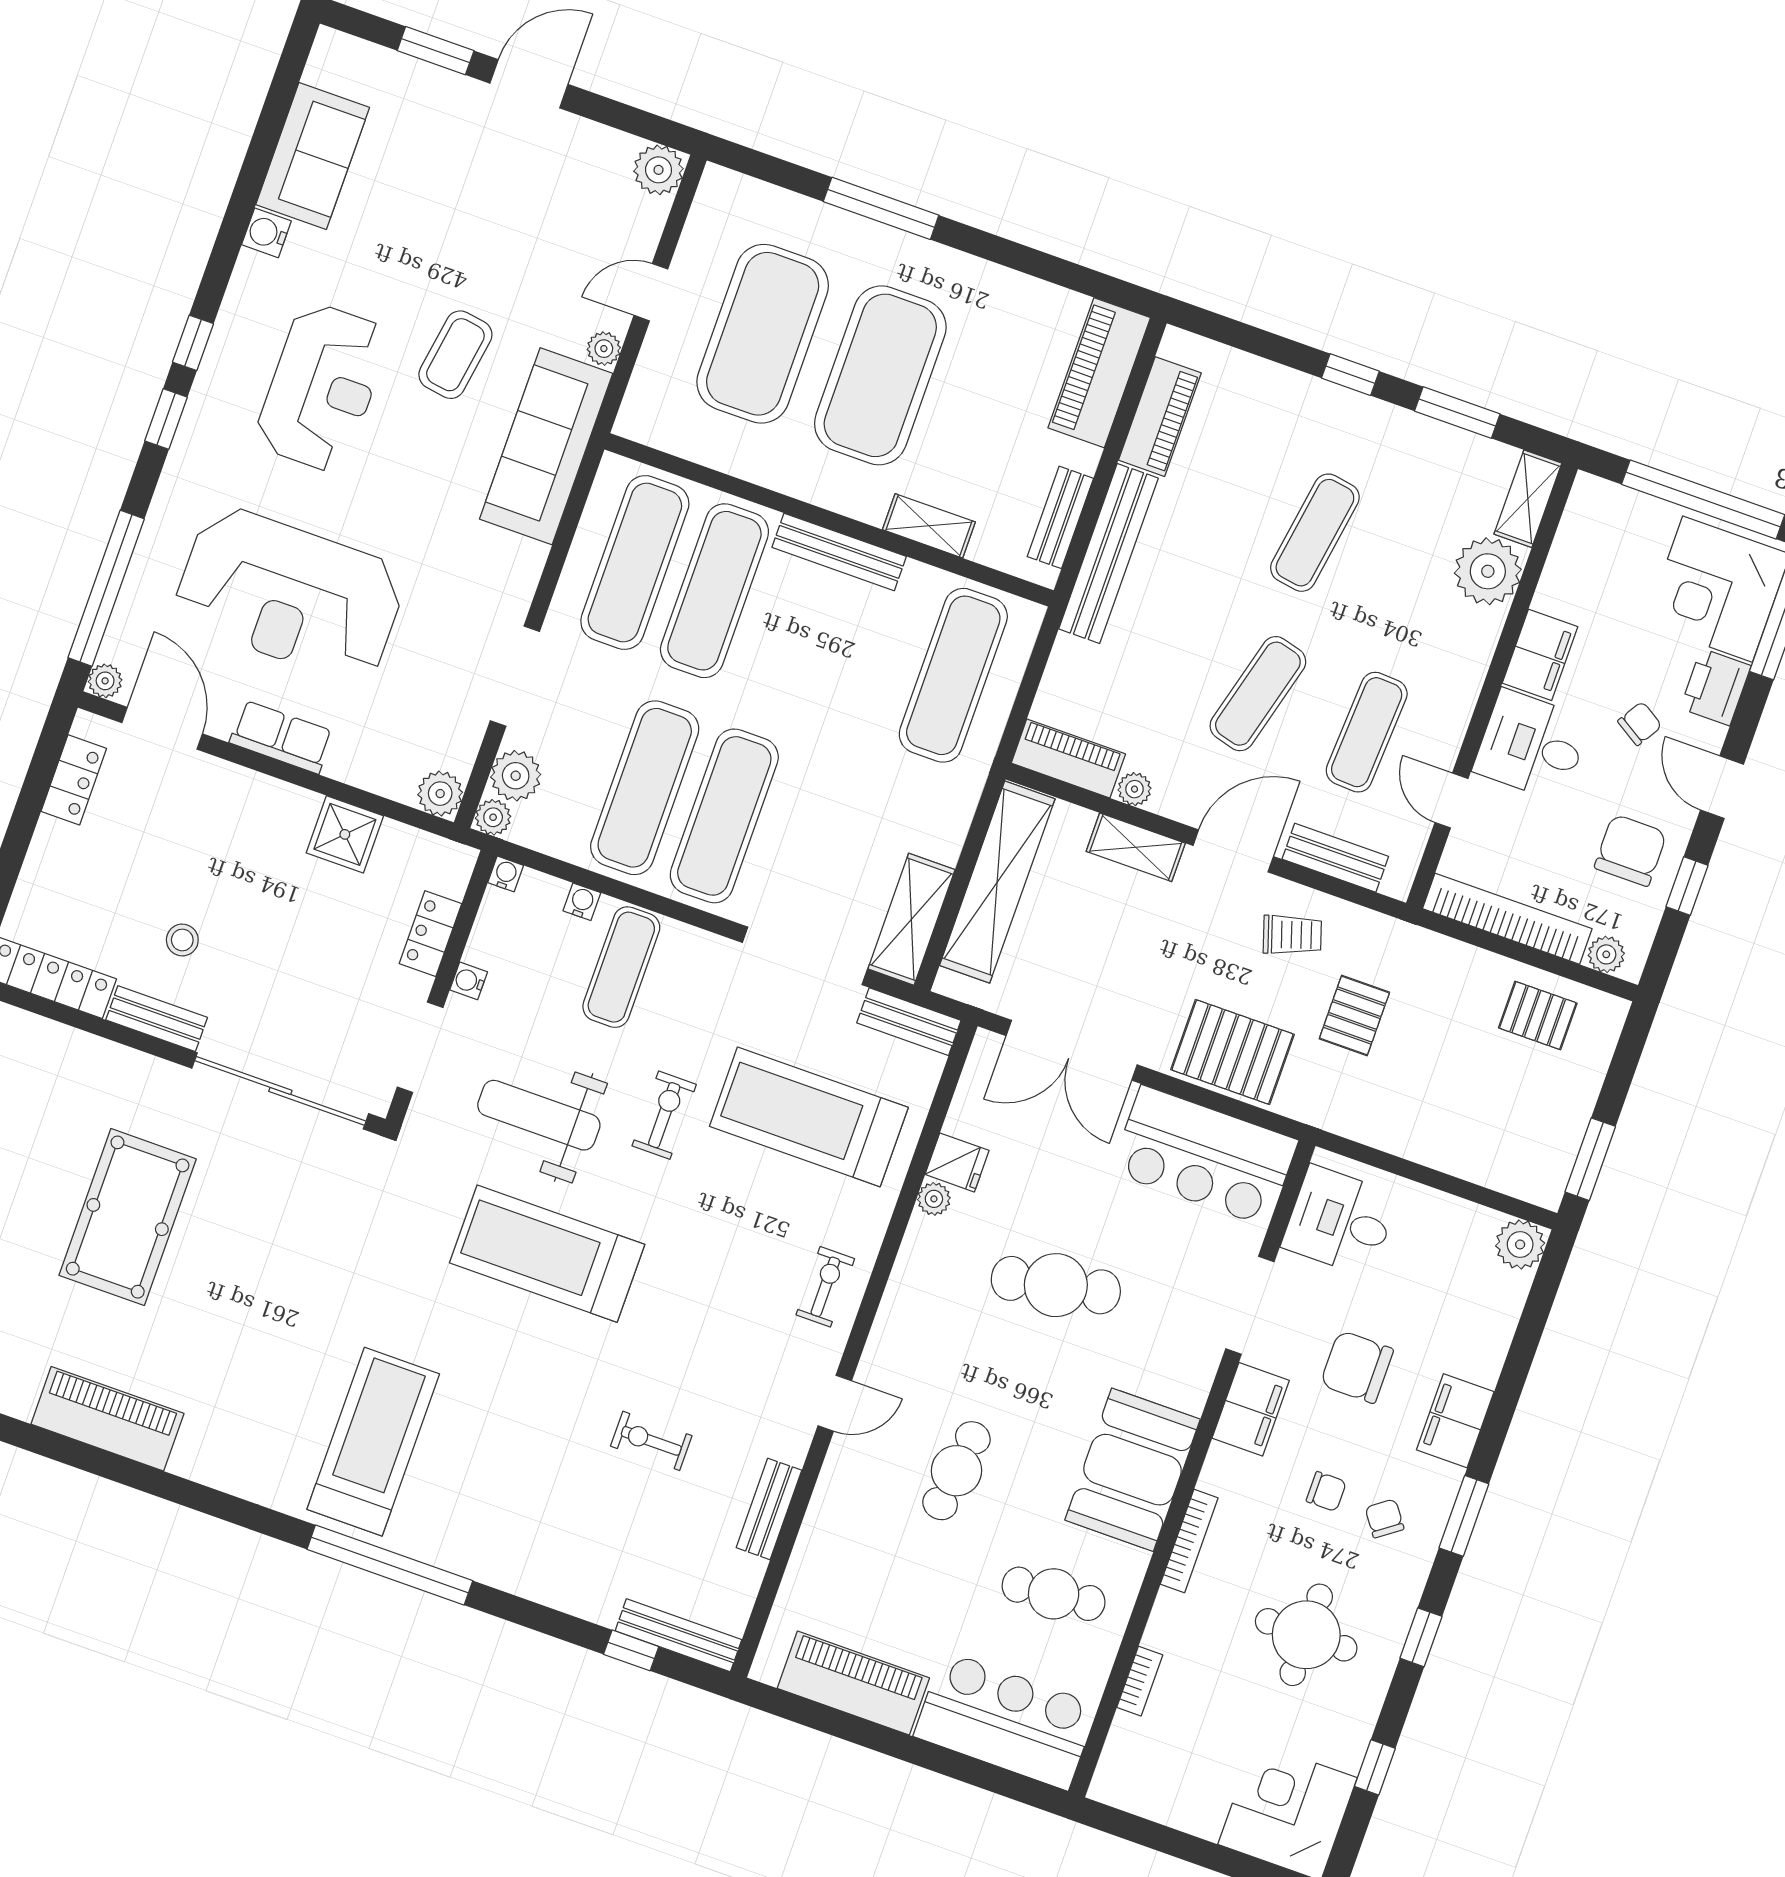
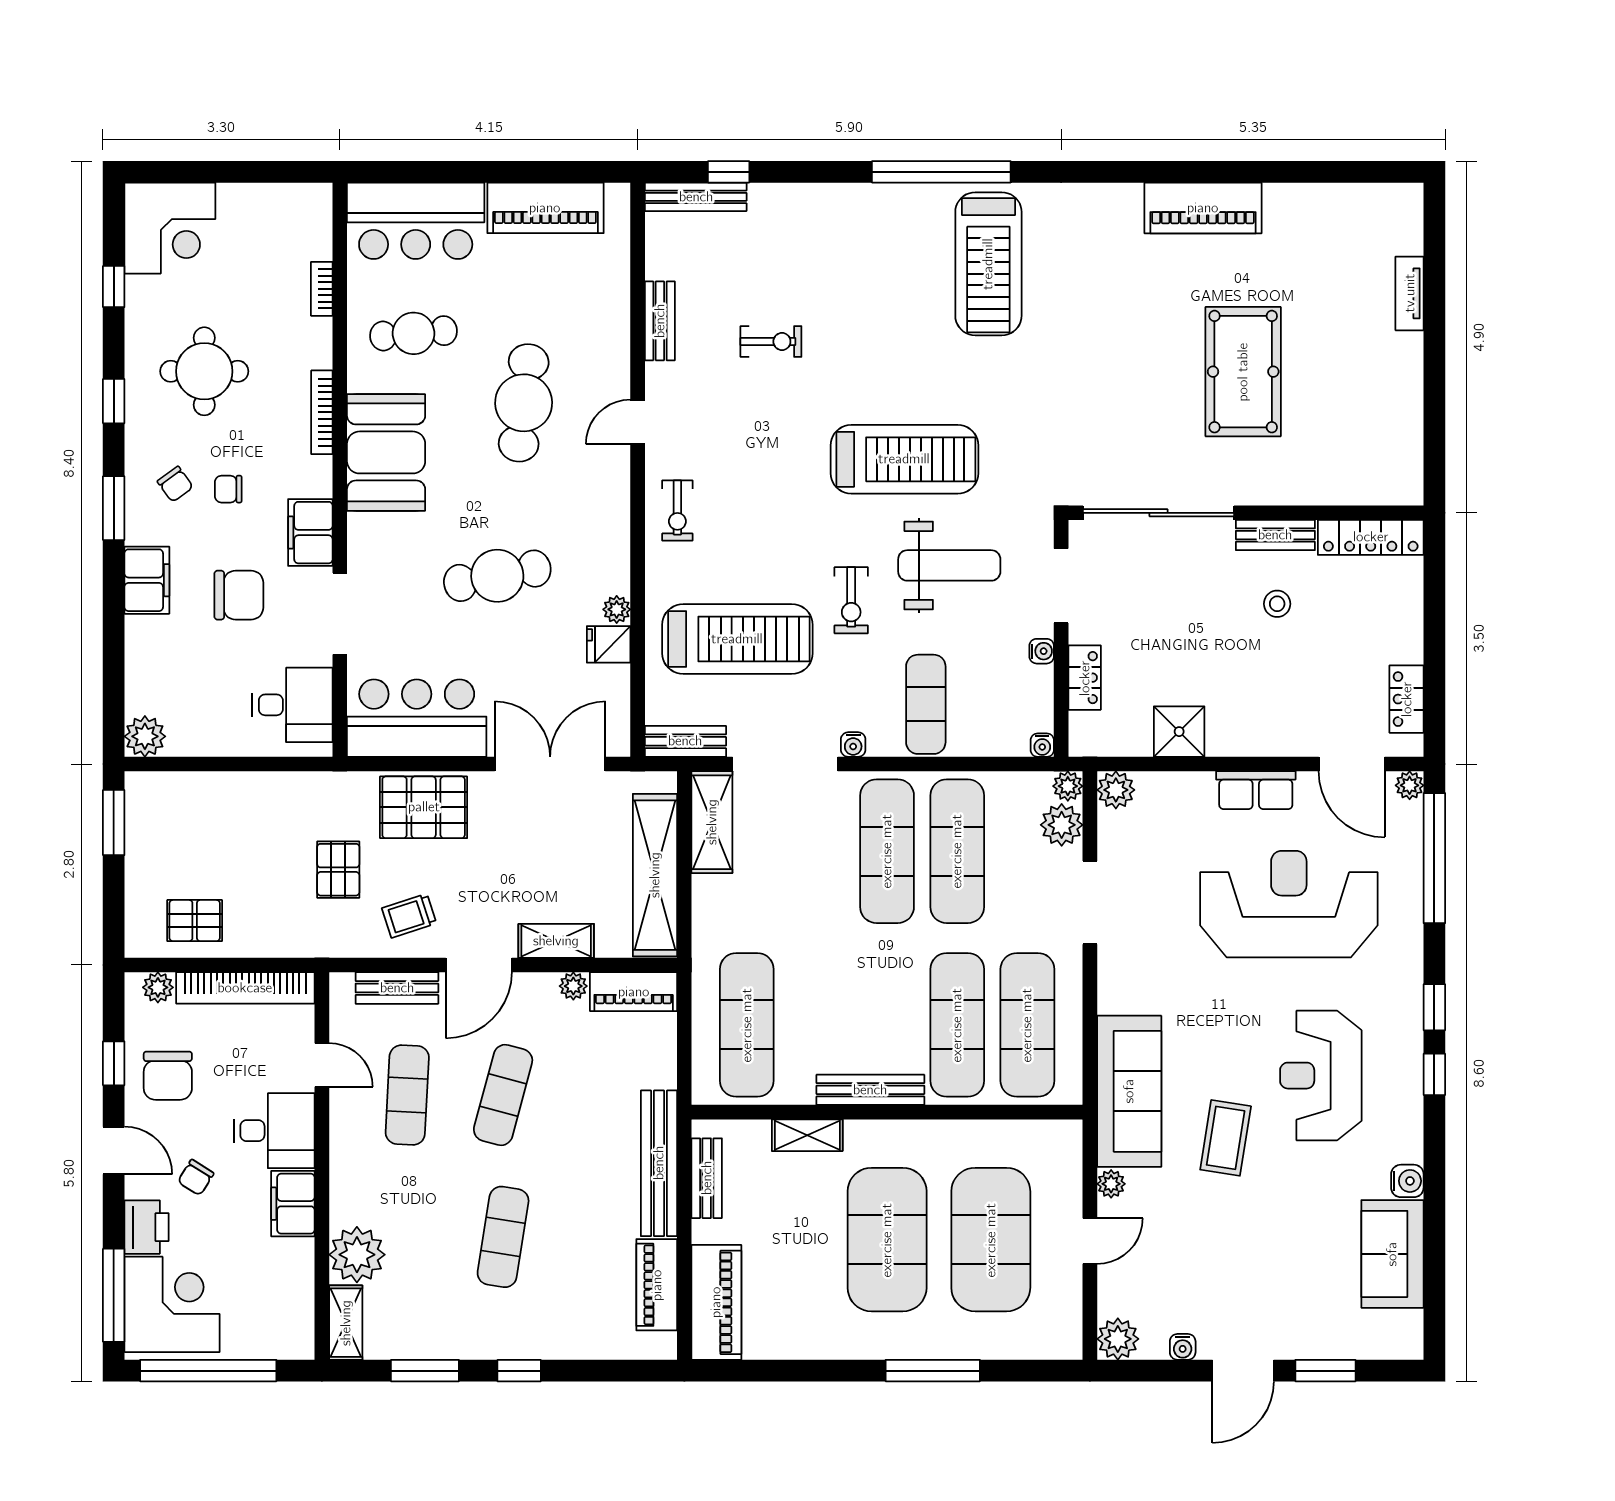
water cooler: (588, 135) -> (1183, 1347), added
water cooler: (582, 902) -> (853, 745), moved
cafe table: (956, 1471) -> (524, 403), width x1.37, depth x1.35

